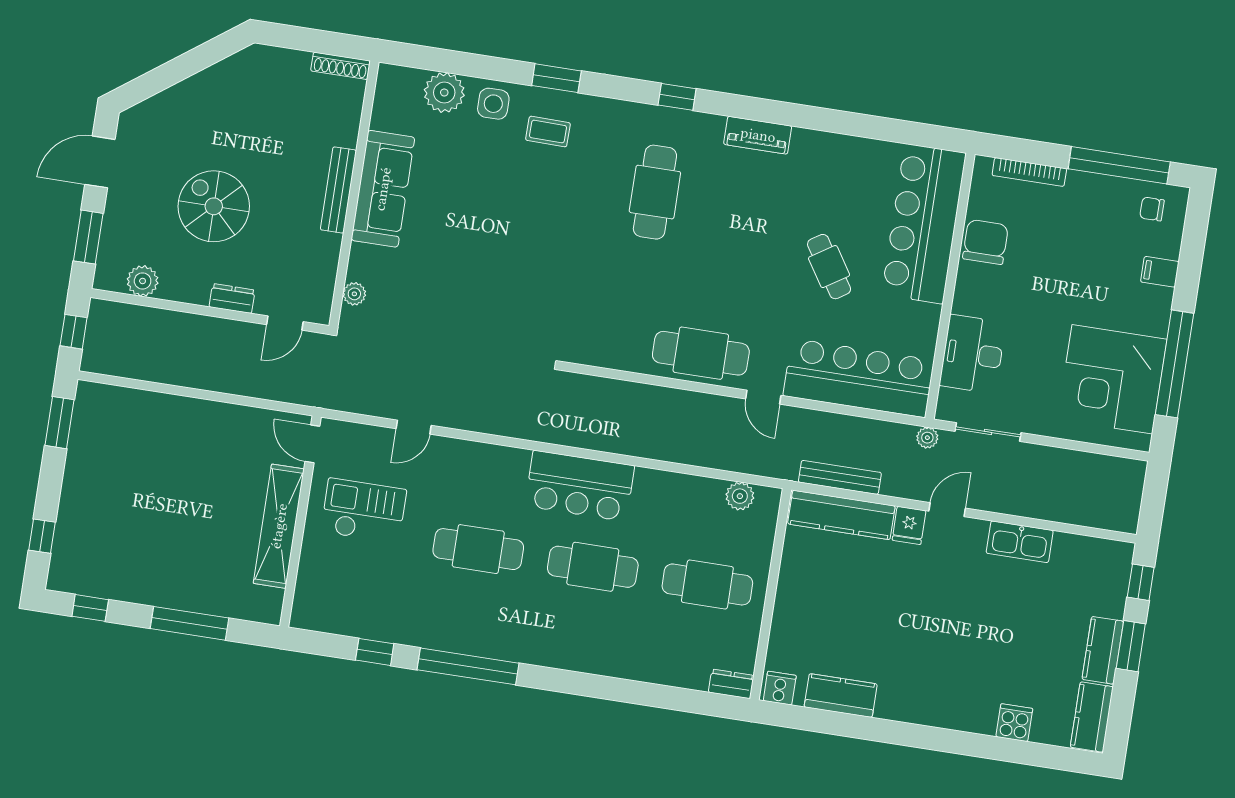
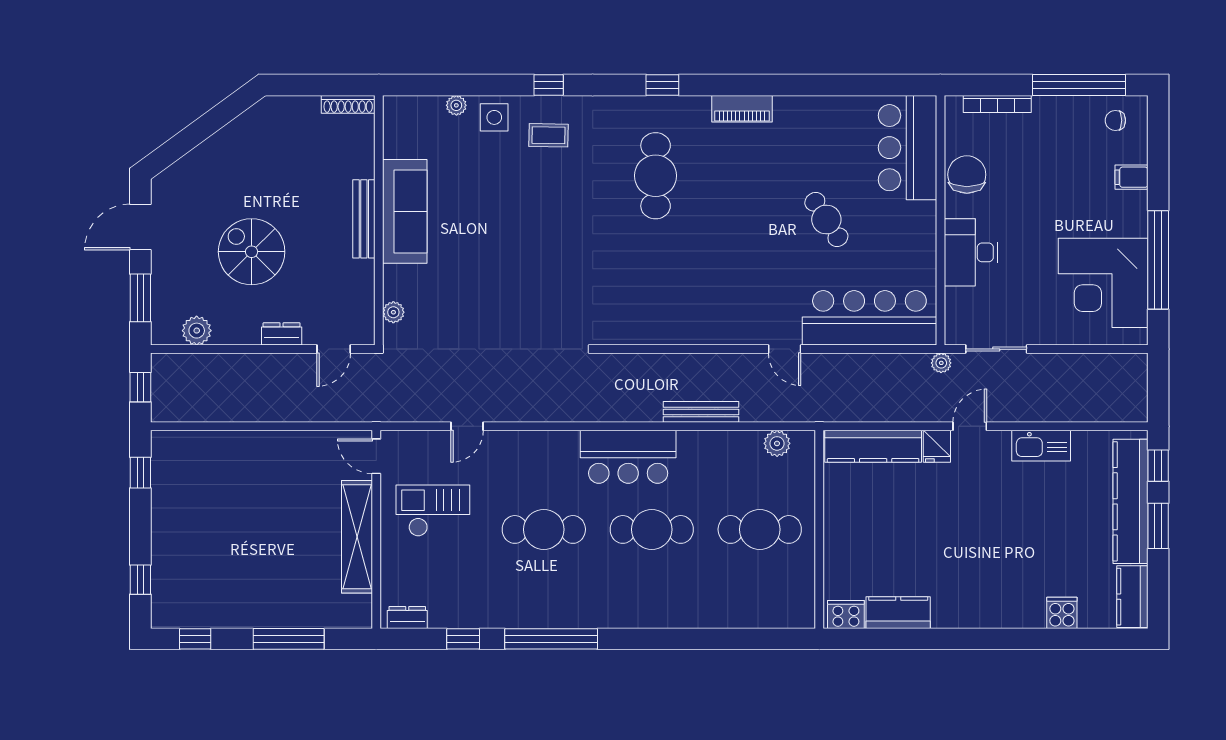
window: (556, 78) -> (549, 85), width x0.67
plant: (444, 93) -> (456, 105), width x0.53, depth x0.53
bar counter: (924, 224) -> (908, 148), width x0.73
cafe table: (701, 353) -> (721, 317), removed
desk: (973, 354) -> (971, 252), moved
window: (60, 423) -> (140, 473), width x0.67
bench: (840, 477) -> (701, 412), moved
kitchen counter: (1103, 650) -> (1130, 501), width x2.08, depth x1.17
dresser: (731, 684) -> (407, 617), moved
cooker: (780, 688) -> (846, 614), width x1.36

